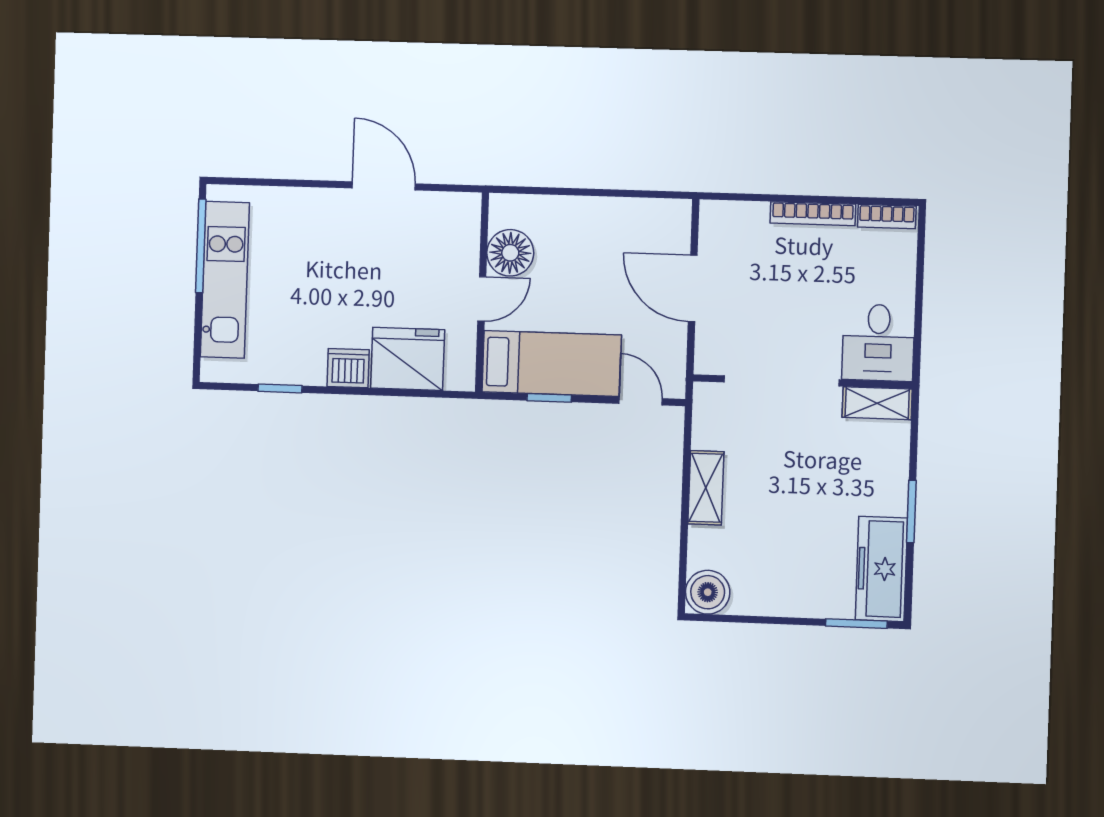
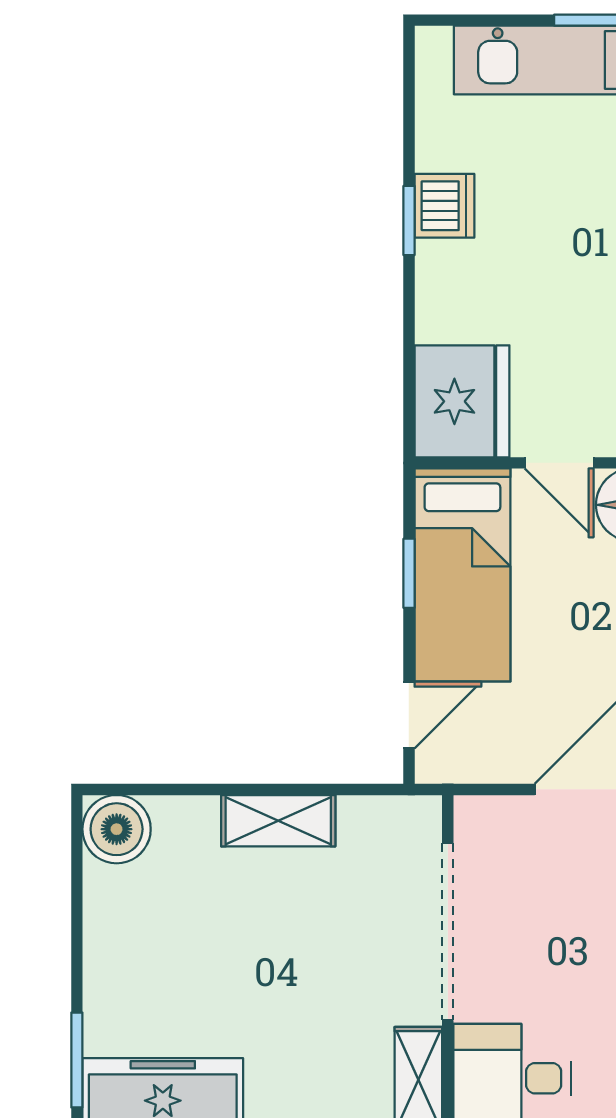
fridge: (408, 359) -> (462, 401), moved
dishwasher: (348, 368) -> (444, 206), moved
window: (280, 388) -> (409, 221), moved

